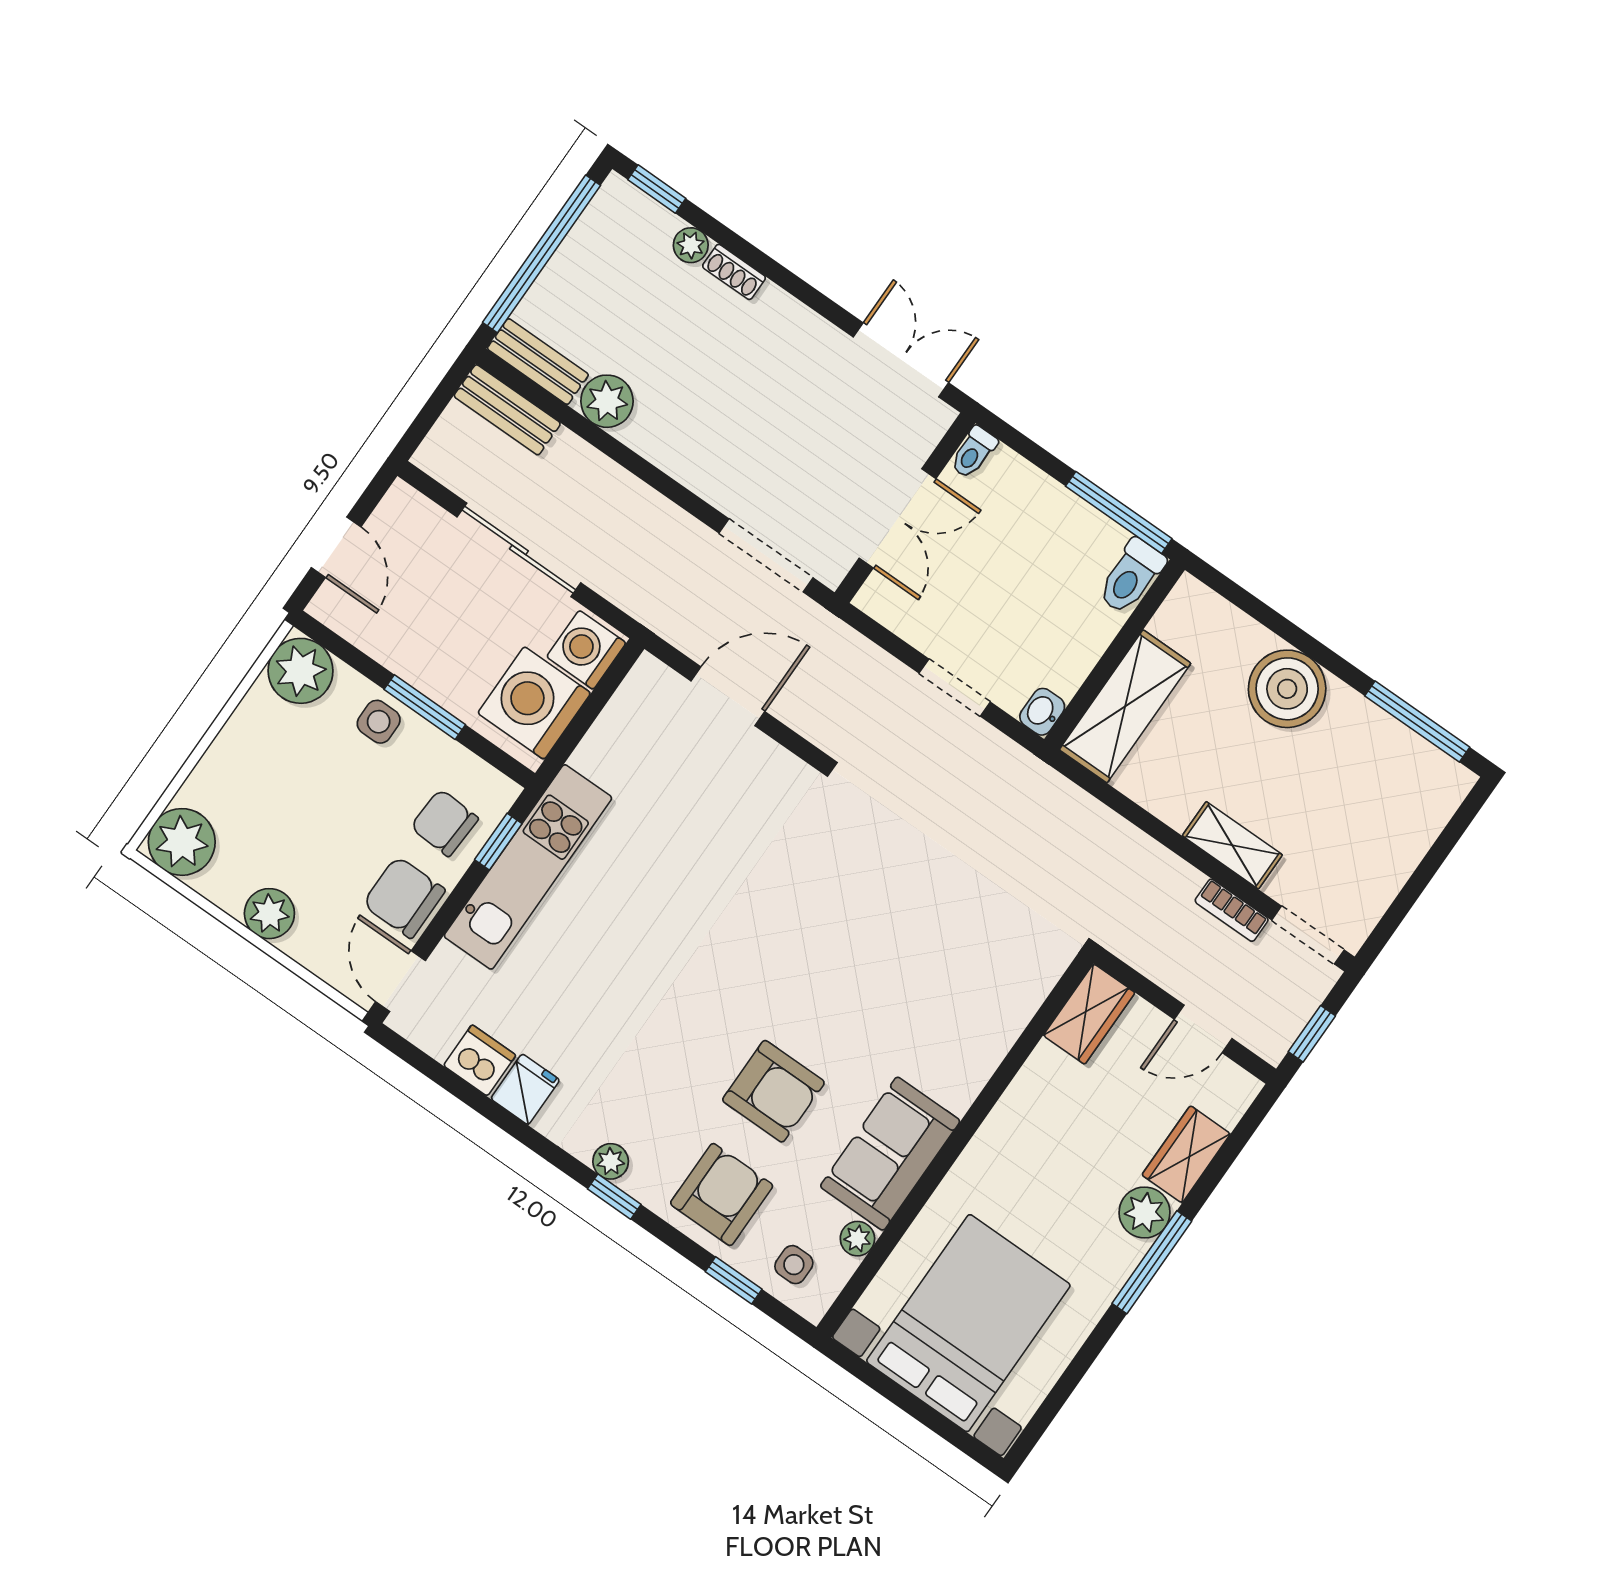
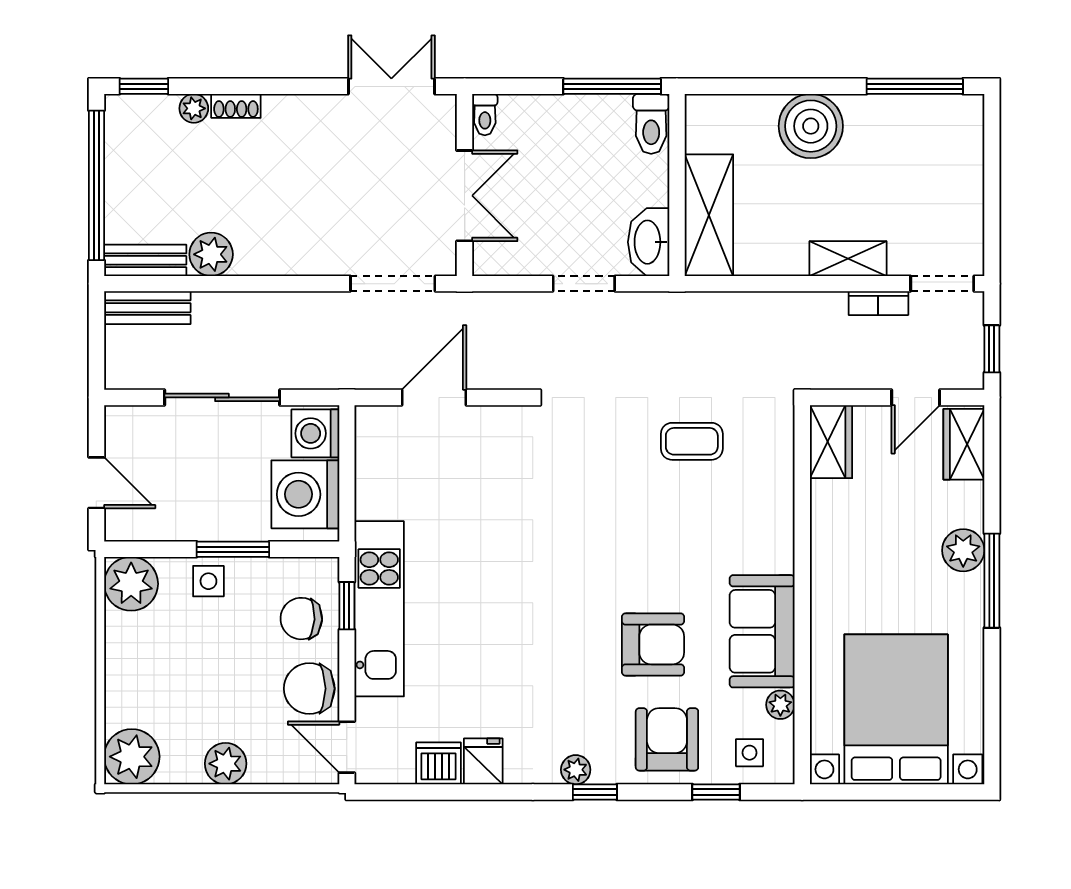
washbasin: (1042, 712) -> (649, 242), width x1.91, depth x1.45
coffee table: (952, 918) -> (692, 441), added
wardrobe: (1186, 1154) -> (964, 444), moved

